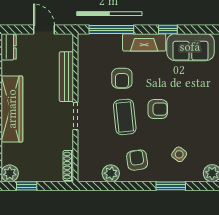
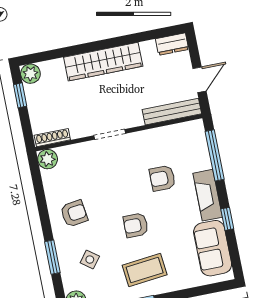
bench: (66, 77) -> (172, 112), moved
armchair: (158, 109) -> (136, 225), turned 90
coffee table: (125, 117) -> (145, 270), moved
plant: (111, 173) -> (48, 159), moved

